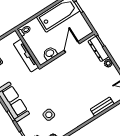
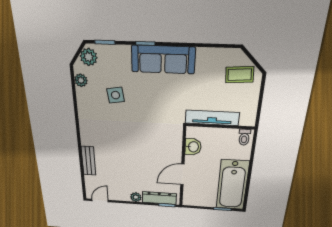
door: (72, 47) -> (182, 174), swing flipped

